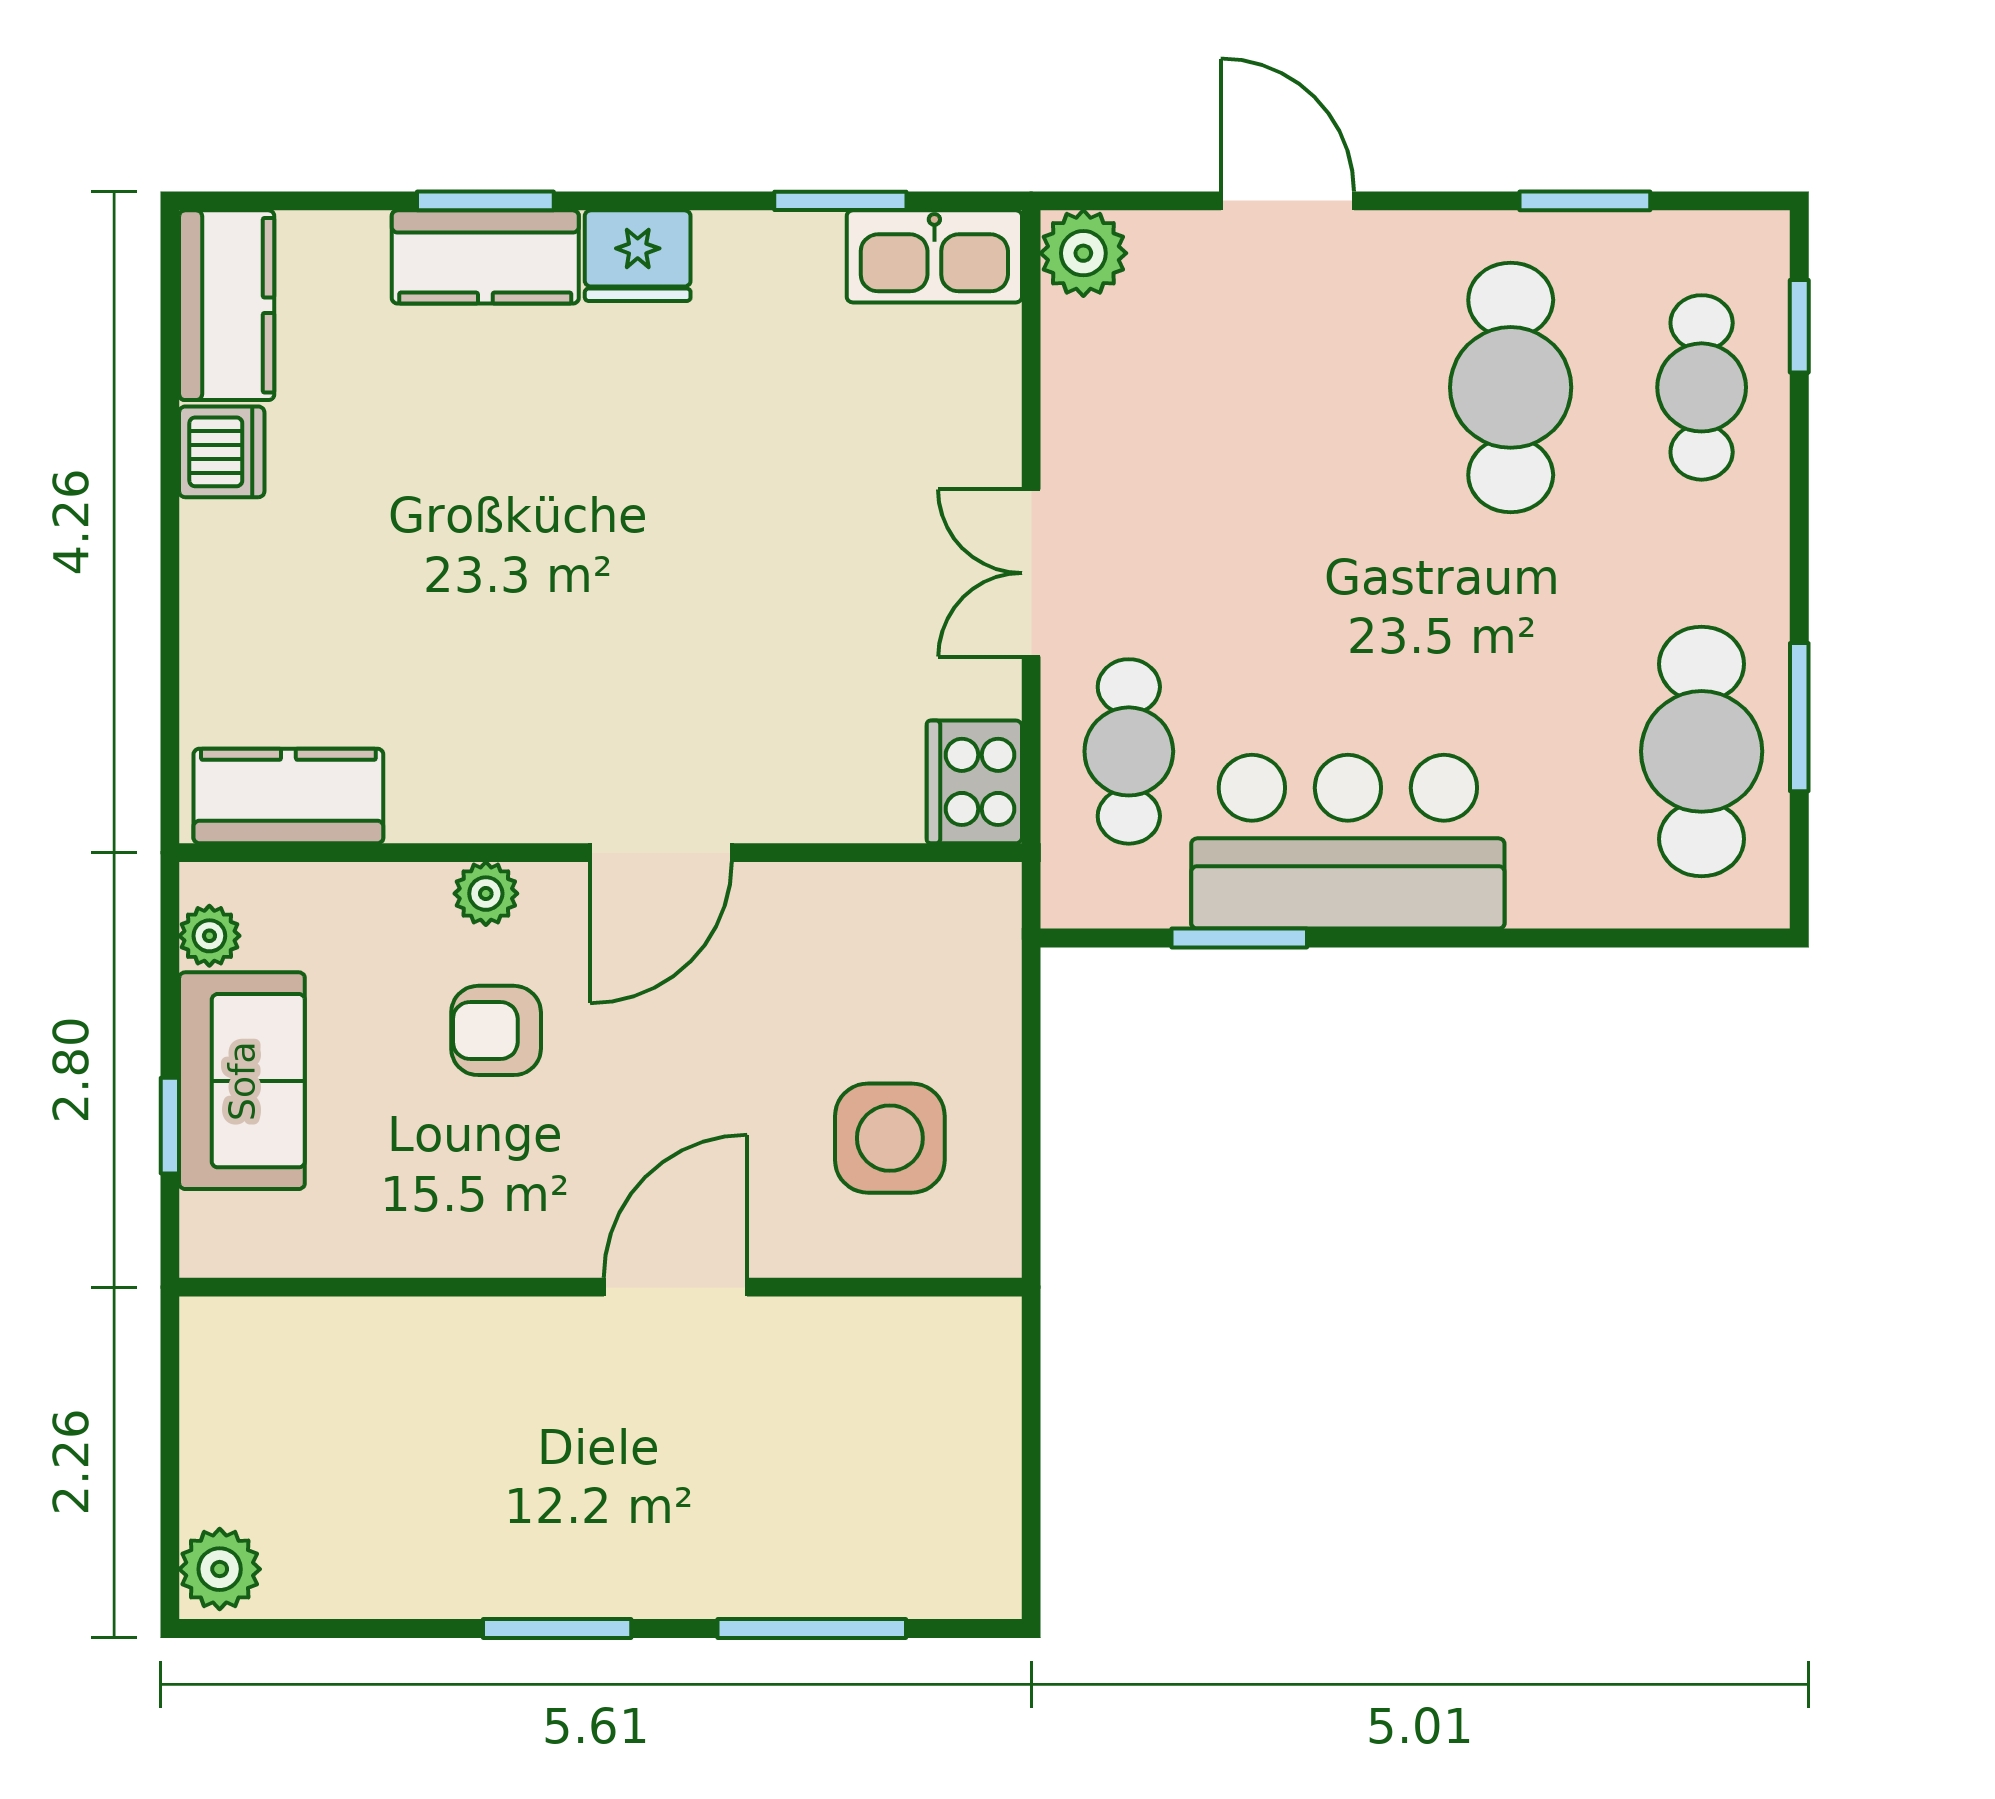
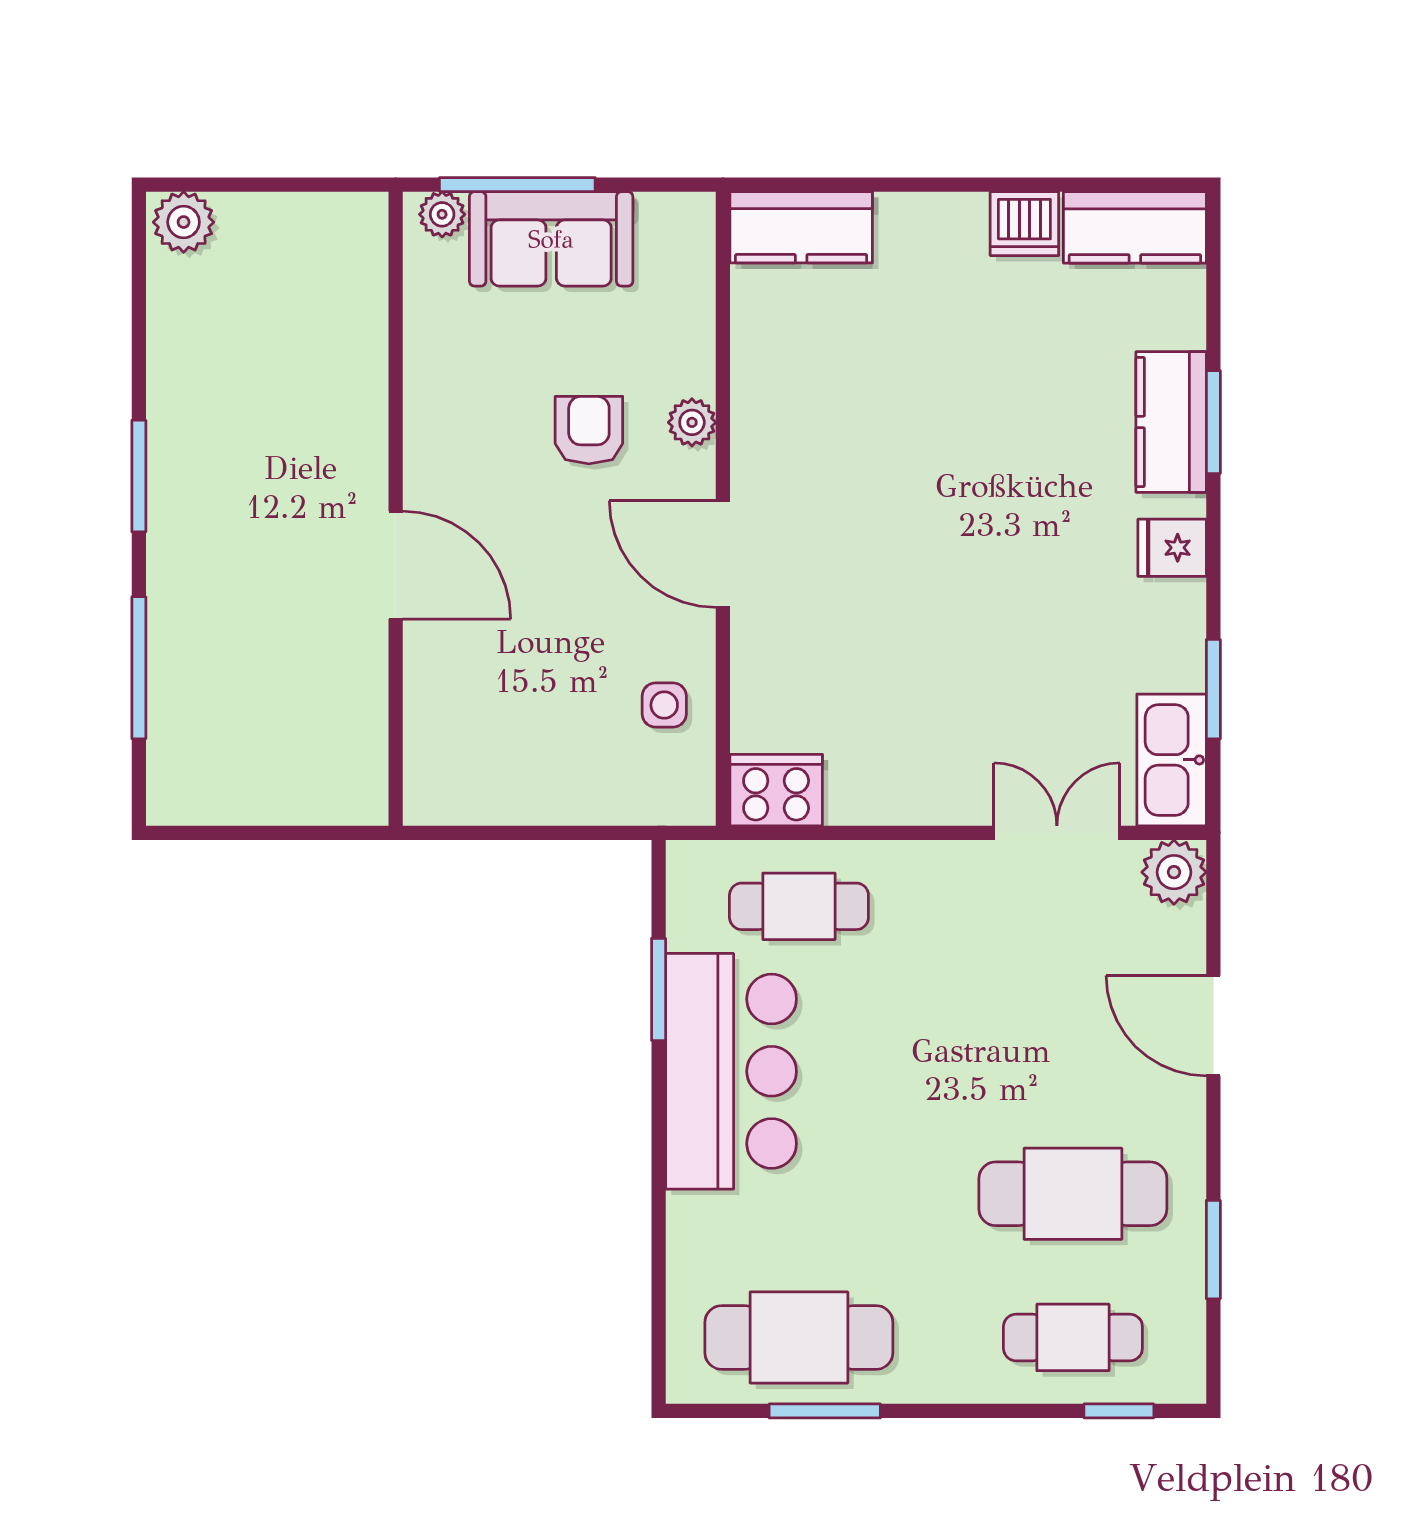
door: (1287, 201) -> (1213, 1026), swing flipped
fridge: (638, 256) -> (1172, 548), width x0.72
double door: (1031, 573) -> (1057, 833), moved
kitchen counter: (288, 796) -> (801, 227), moved, turned 90
plant: (209, 936) -> (442, 214), moved
window: (170, 1126) -> (517, 185), width x2.17
side table: (890, 1138) -> (664, 705), moved, width x0.54, depth x0.54

